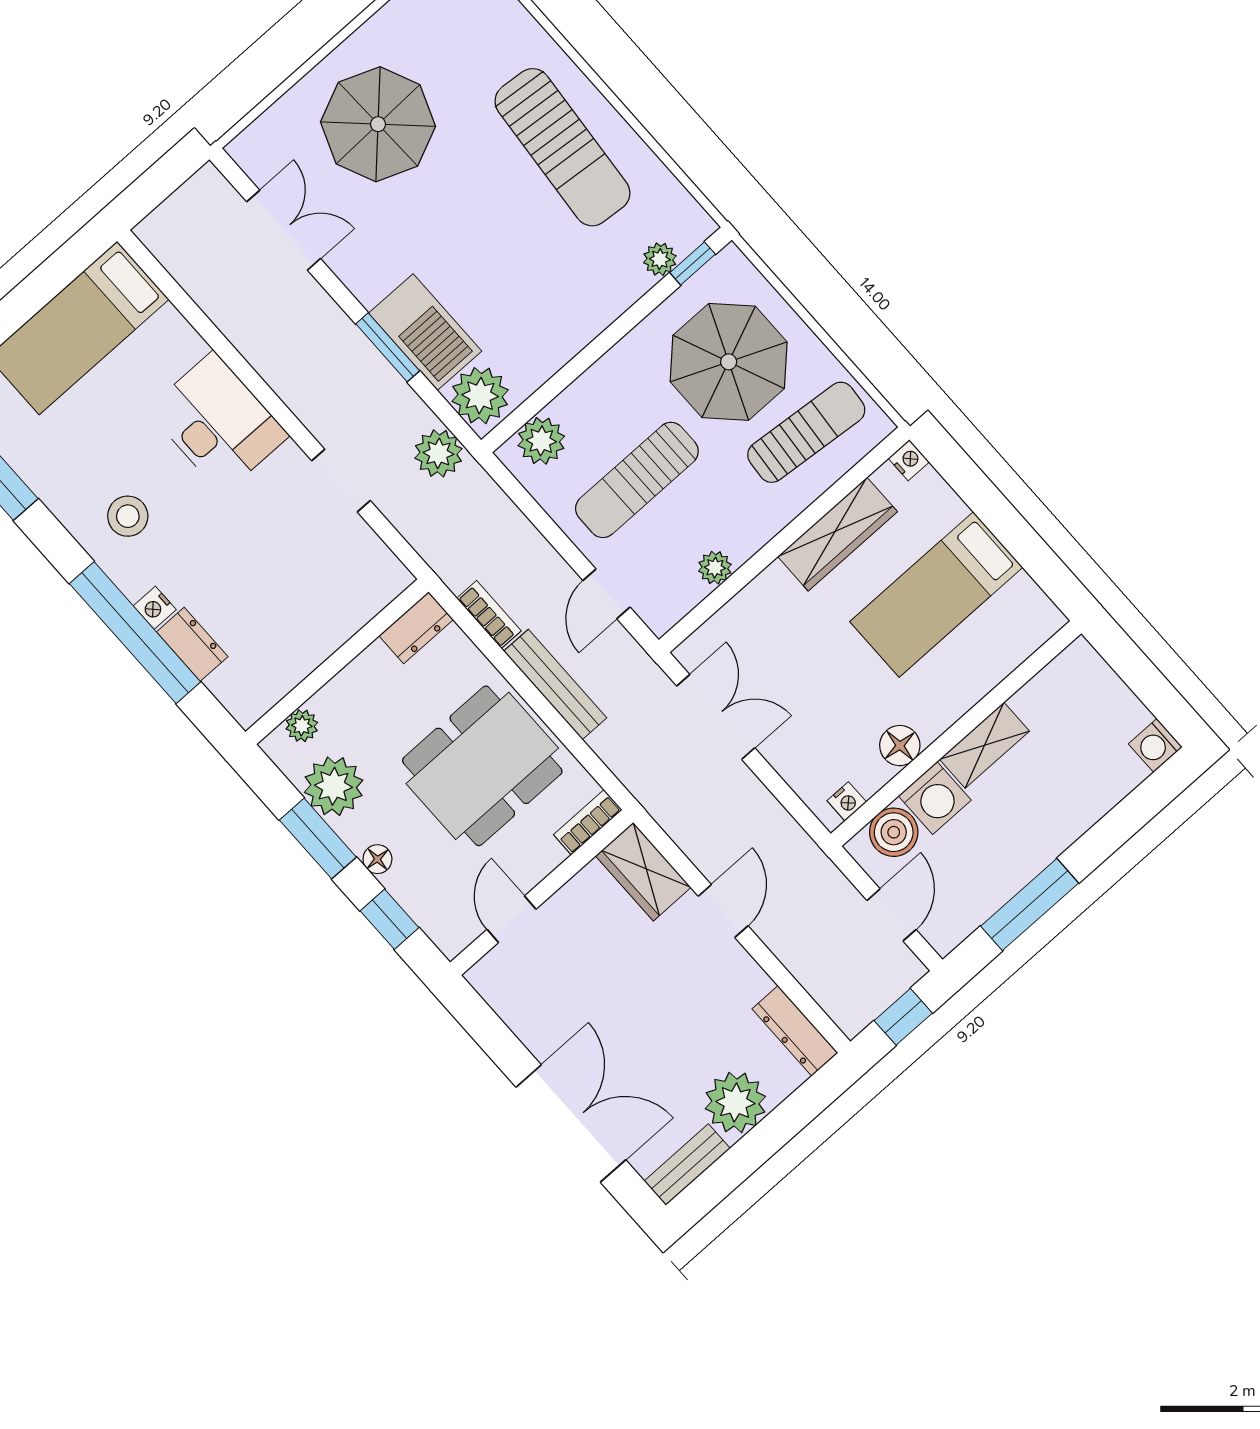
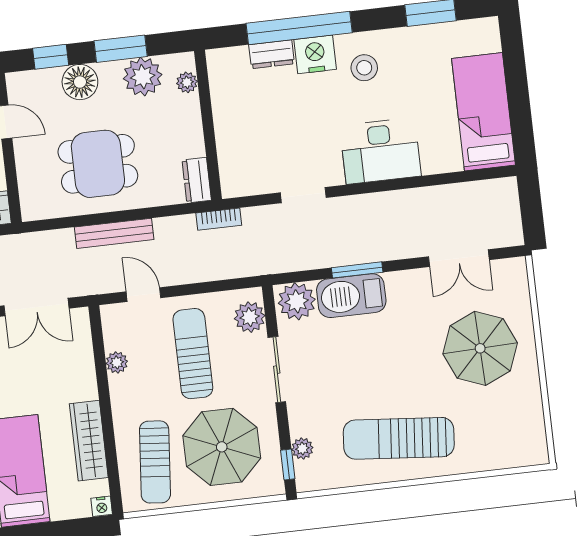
sliding door: (583, 361) -> (277, 370), added
plant: (438, 453) -> (281, 257), removed
nightstand: (155, 608) -> (315, 54), width x1.89, depth x1.79
bookcase: (489, 615) -> (219, 219), moved
dining table: (482, 766) -> (98, 164), width x0.73
bookcase: (588, 822) -> (28, 199), removed
floor lamp: (377, 859) -> (80, 82), width x1.89, depth x1.89

